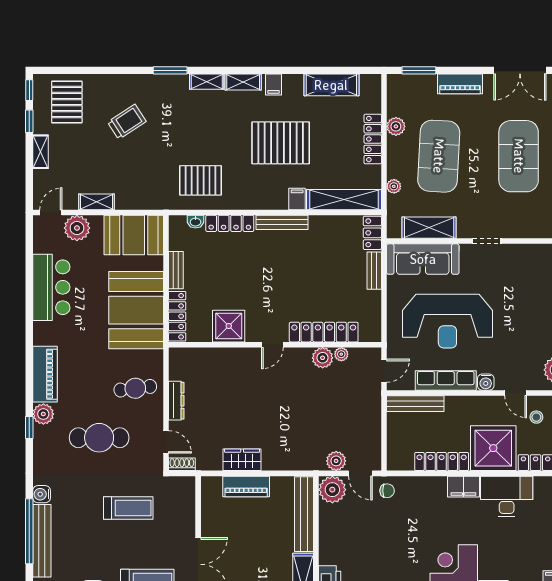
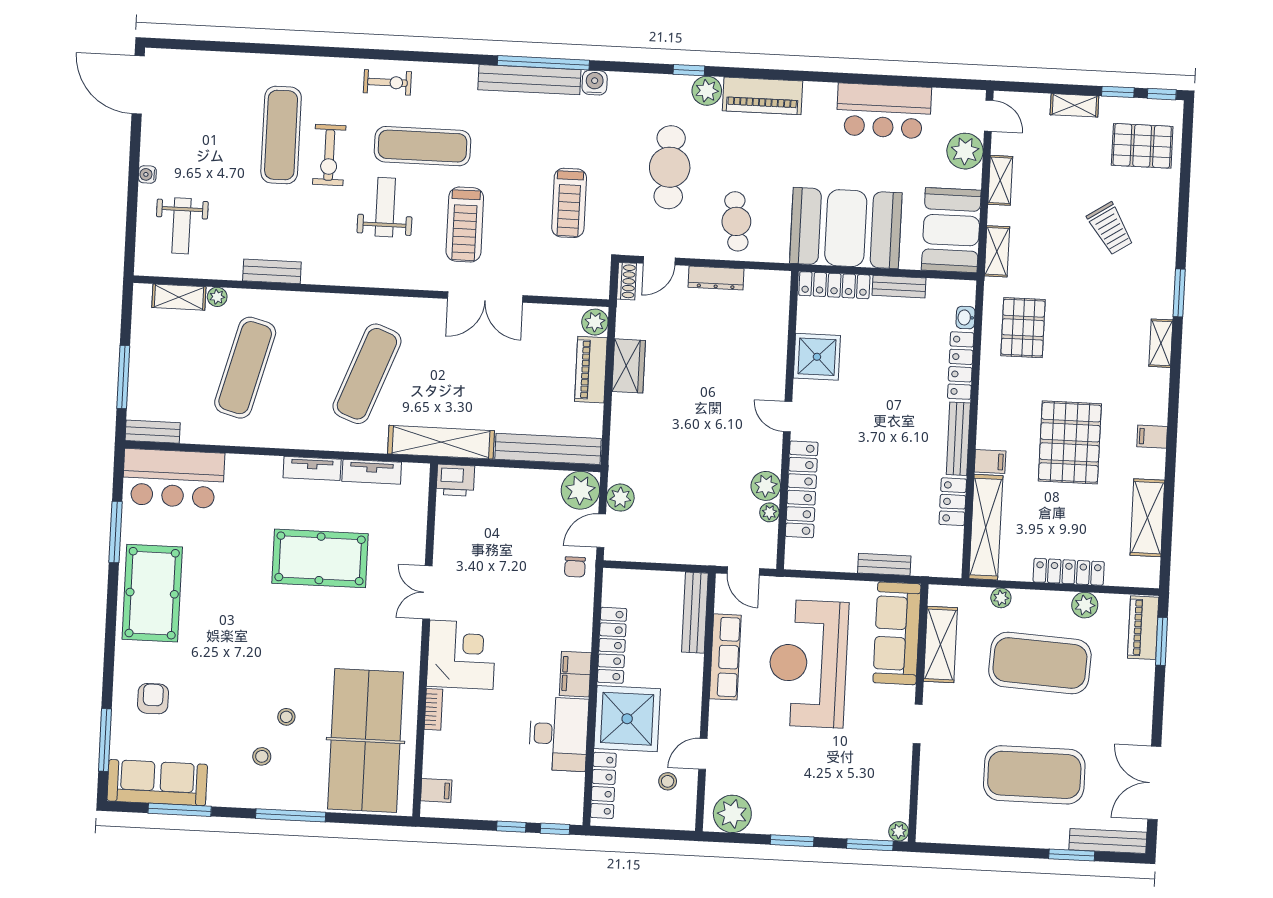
shelving: (243, 82) -> (997, 251), moved
piano: (460, 84) -> (1143, 628), moved
locker: (372, 233) -> (953, 502), moved, turned -90
water cooler: (486, 382) -> (720, 713), removed
plant: (212, 485) -> (595, 322), added

